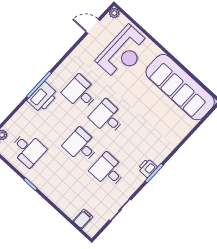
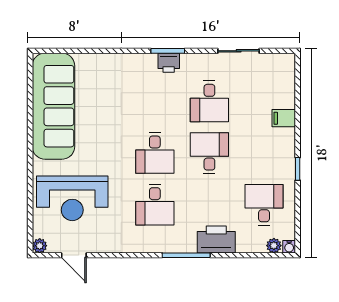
reception desk: (123, 53) -> (72, 198), turned 180
printer: (43, 97) -> (216, 239), moved
desk: (81, 146) -> (209, 153), turned 180
filing cabinet: (83, 219) -> (284, 118), moved

